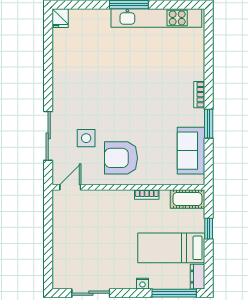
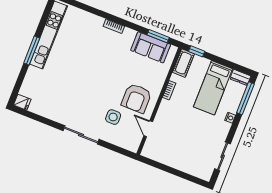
window: (209, 124) -> (158, 36), moved
sliding door: (48, 136) -> (81, 135), moved
door: (70, 187) -> (148, 129), moved
window: (209, 229) -> (197, 51), moved

